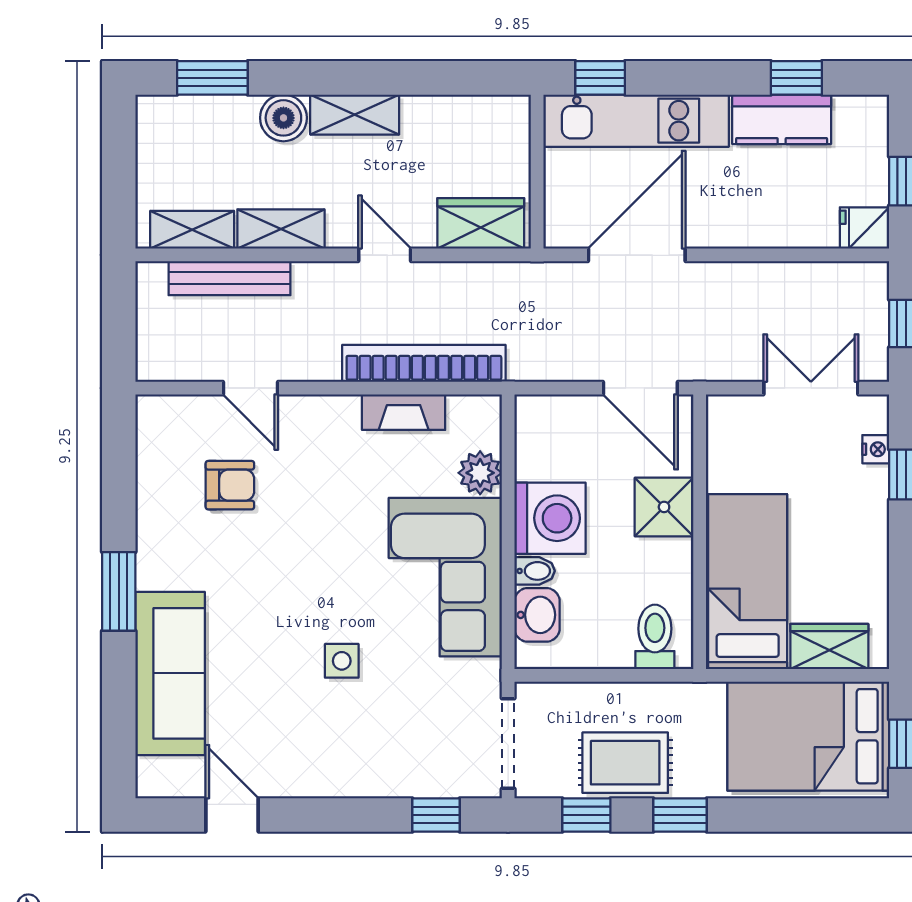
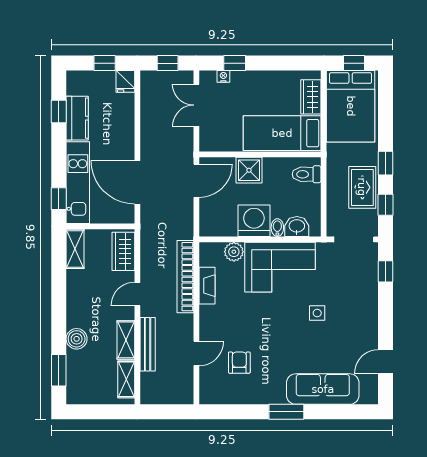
shelving: (355, 115) -> (75, 249), moved
bench: (230, 278) -> (148, 344), moved

